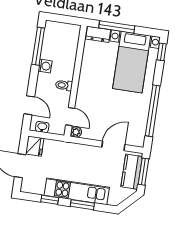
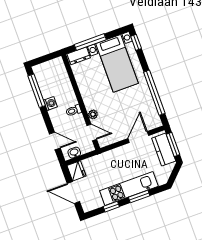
plant: (76, 132) -> (93, 114), moved

